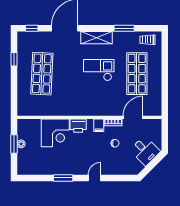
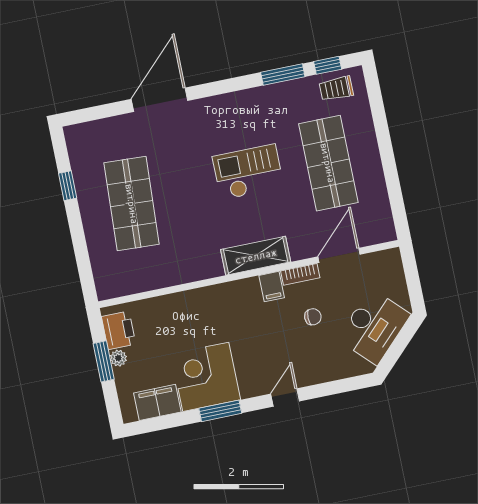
window: (32, 28) -> (328, 65), moved
shelving: (97, 38) -> (256, 256), moved
printer: (78, 126) -> (119, 330), moved, turned -90
corner desk: (55, 133) -> (206, 377), moved, turned 180
desk: (145, 151) -> (374, 327), width x1.37
filing cabinet: (35, 168) -> (157, 402), added

